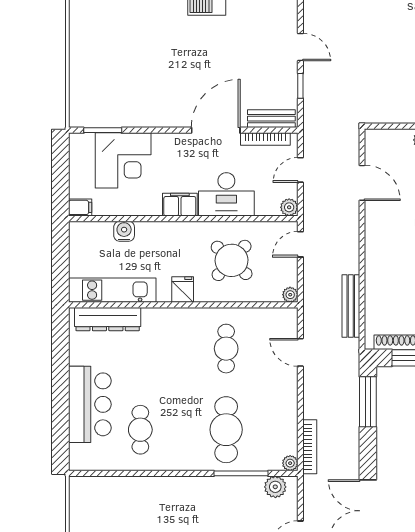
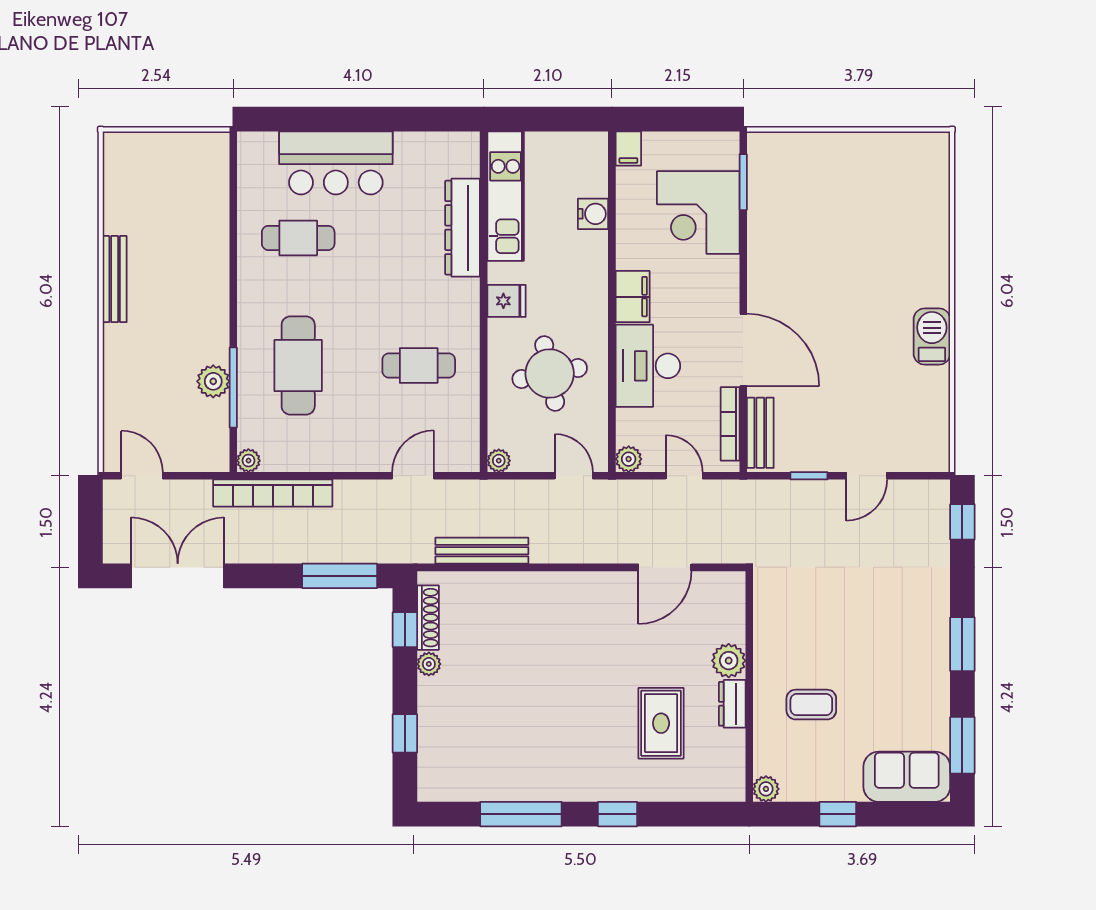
round table: (232, 260) -> (550, 374), turned 36
dresser: (108, 319) -> (463, 228), moved
cafe table: (226, 430) -> (298, 365), turned 90
bookcase: (310, 447) -> (273, 493), width x1.48, depth x1.31
plant: (275, 487) -> (213, 381), moved

